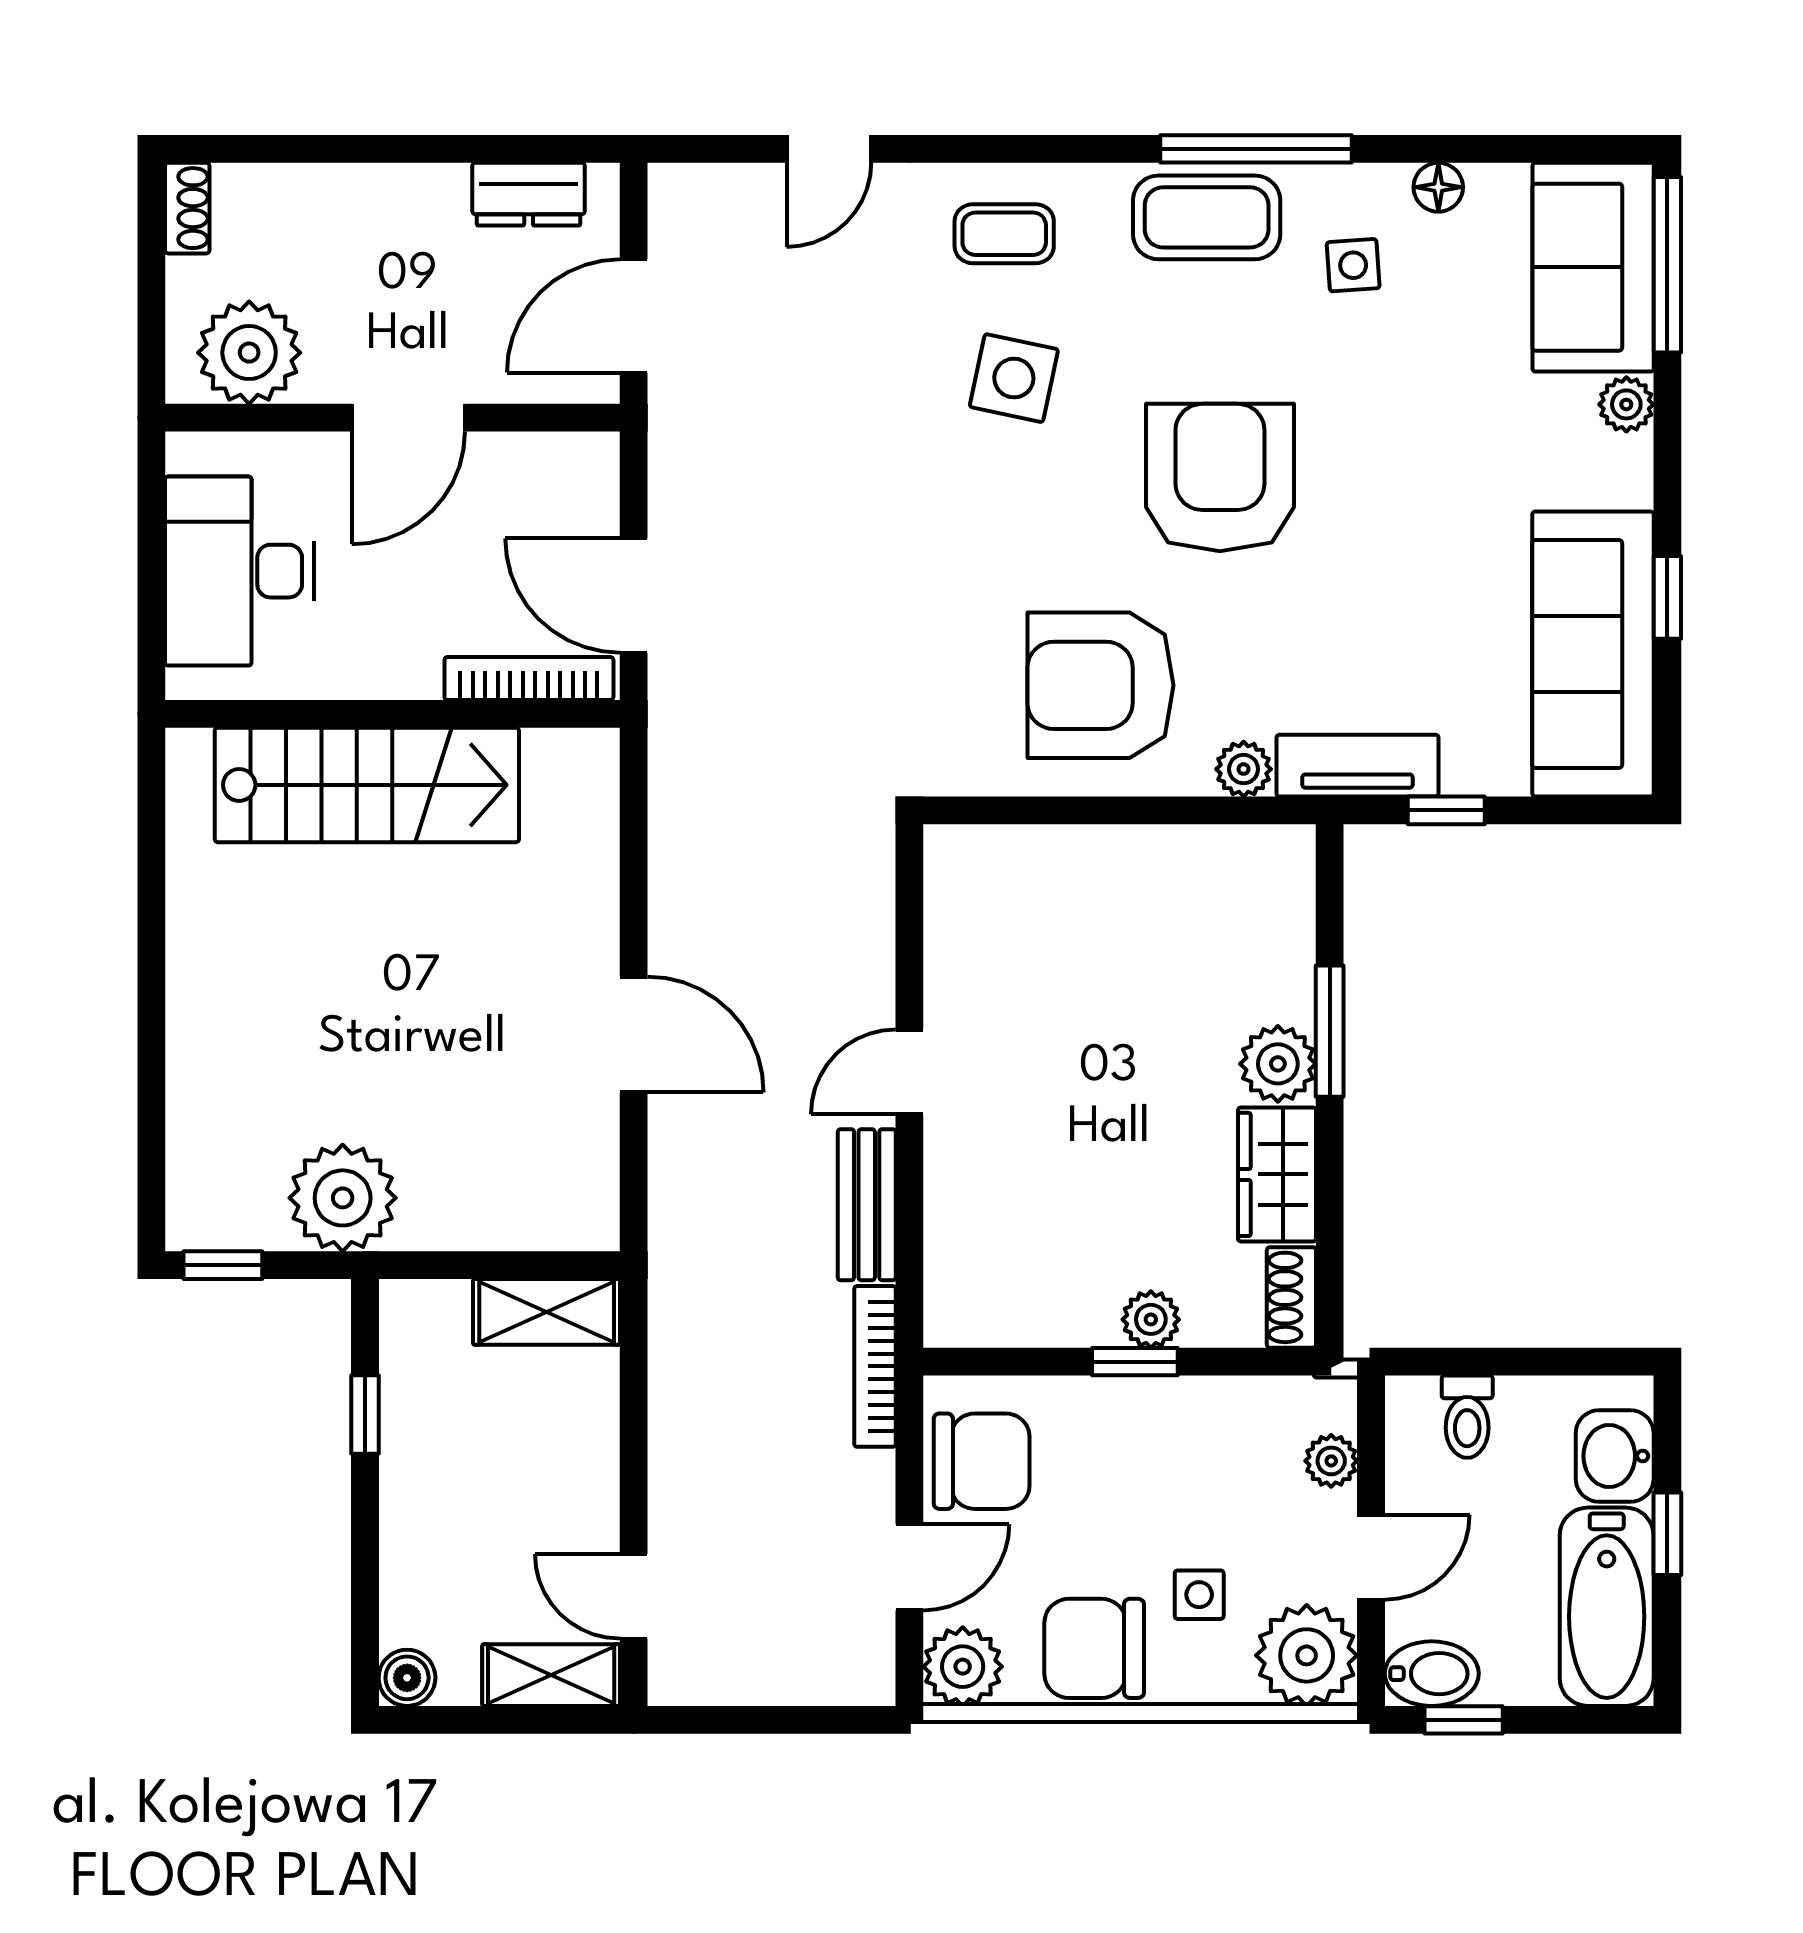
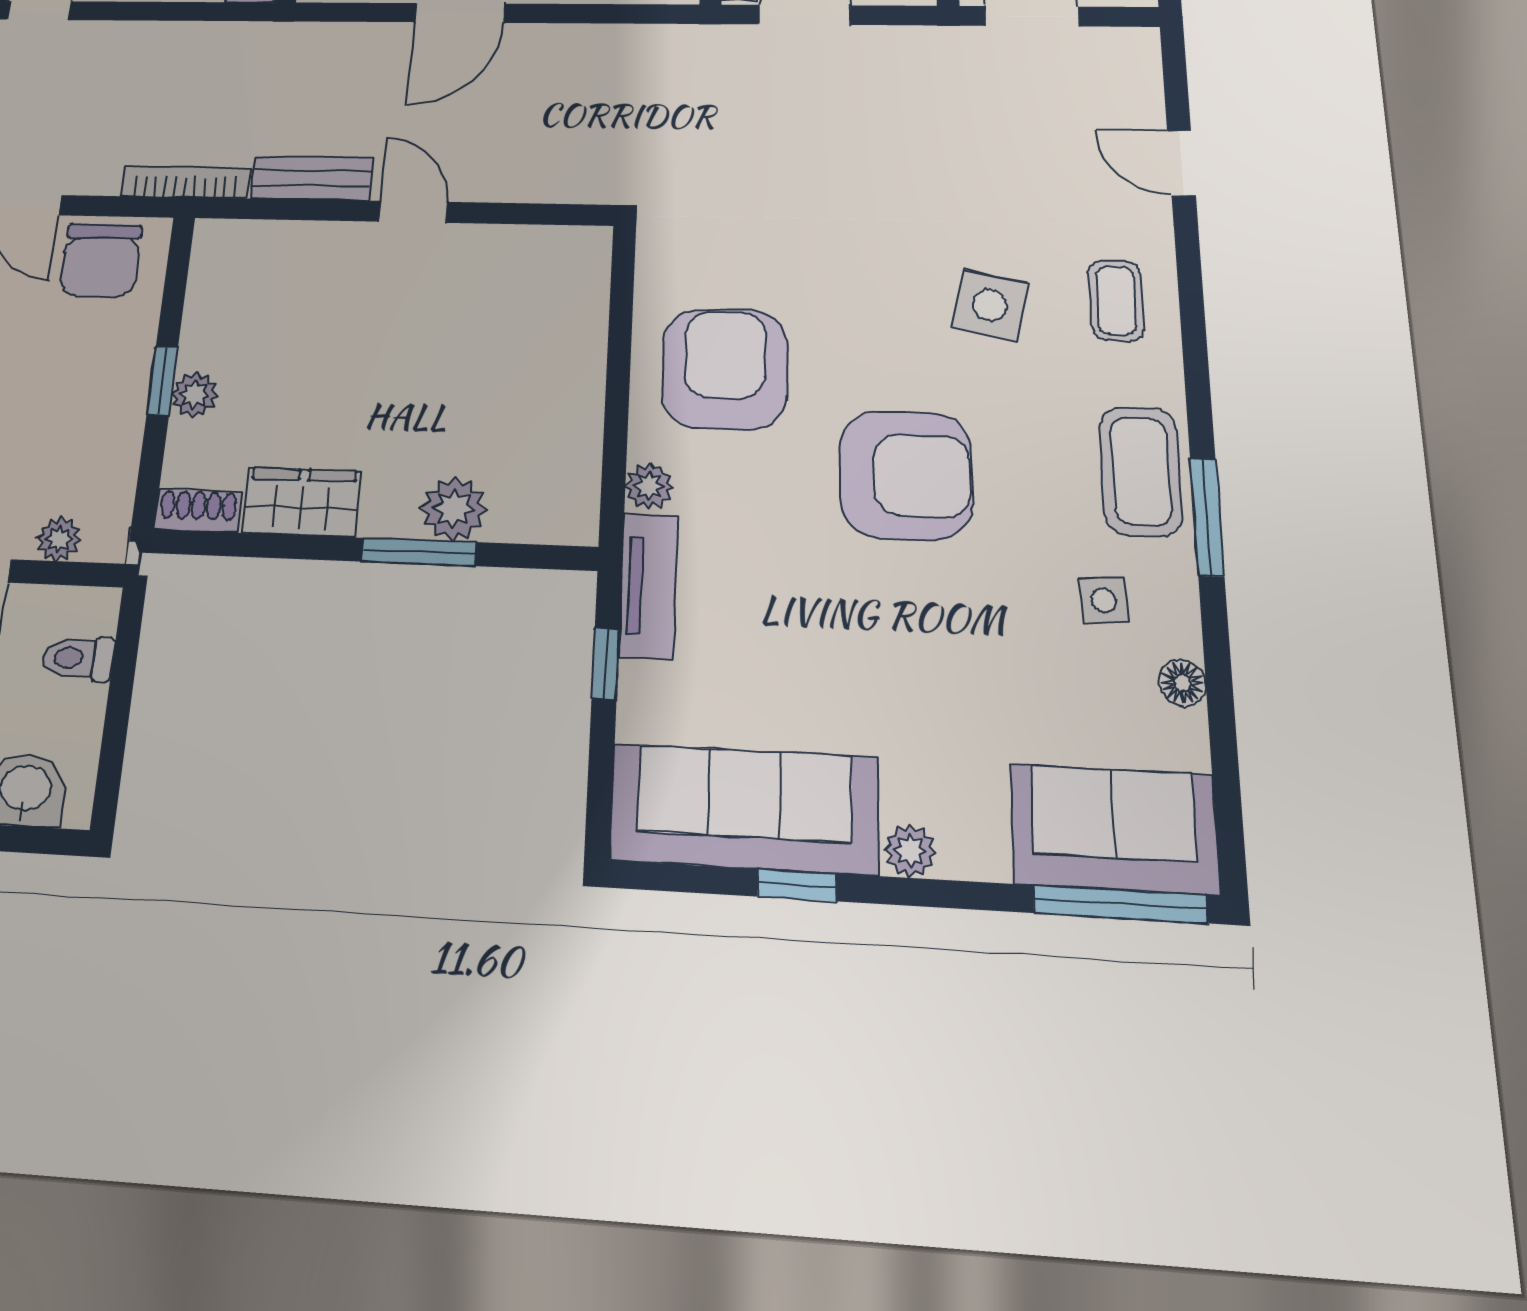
window: (1256, 149) -> (1207, 517), width x0.69
plant: (1626, 404) -> (910, 851), moved
plant: (1278, 1064) -> (454, 509), moved

